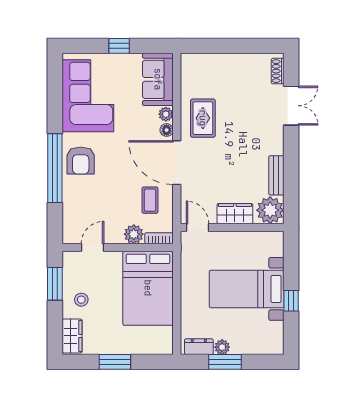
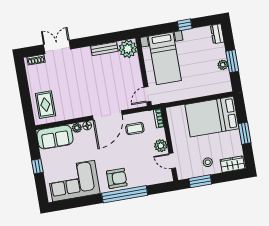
rug: (203, 118) -> (45, 105), moved, turned 90
wardrobe: (235, 214) -> (134, 71), removed
plant: (134, 234) -> (161, 146), moved
bed: (148, 288) -> (212, 117), moved, turned 180
bed with nightstands: (247, 289) -> (165, 58), moved
dresser: (199, 347) -> (217, 34), moved

